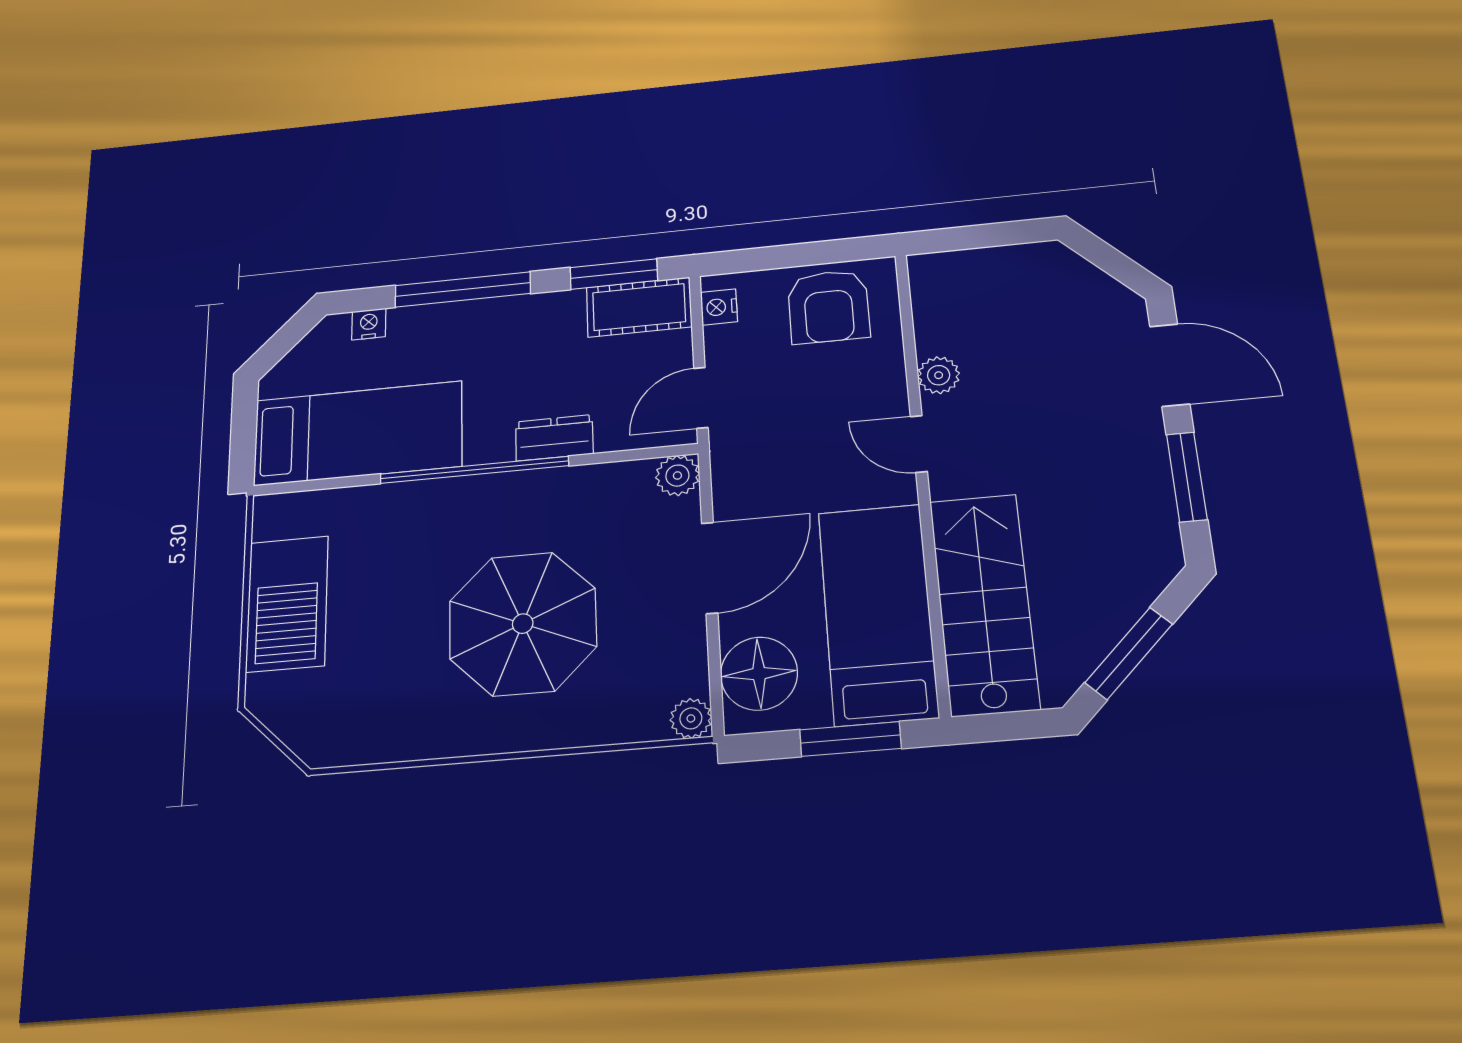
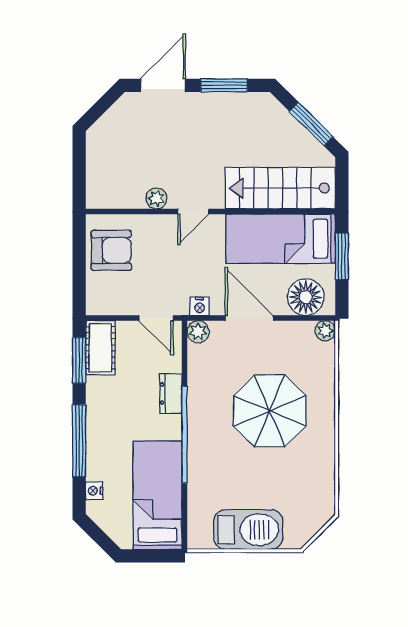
nightstand: (719, 307) -> (200, 306), moved

